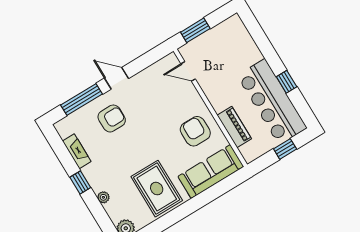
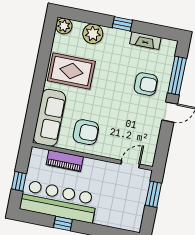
armchair: (112, 118) -> (146, 84), turned -90
plant: (103, 197) -> (93, 34), width x1.87, depth x1.87

